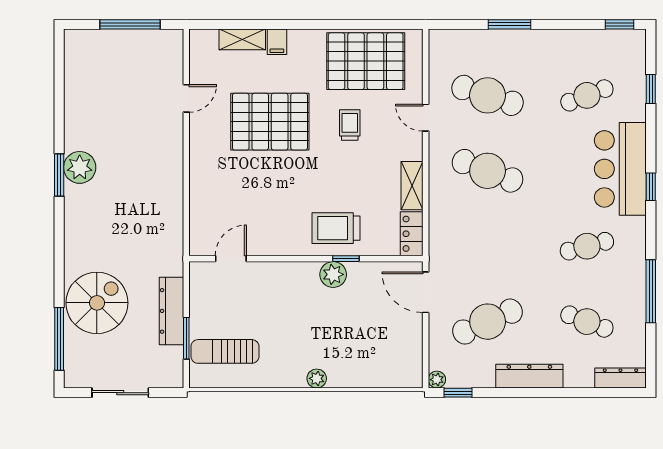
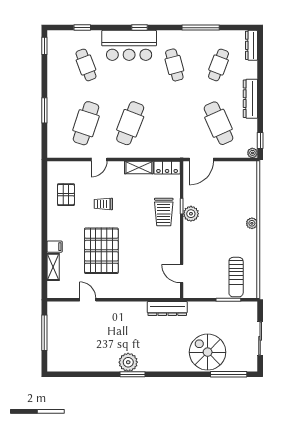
pallet: (366, 61) -> (66, 195), width x0.49, depth x0.50
dresser: (171, 311) -> (167, 308), moved

